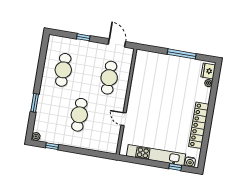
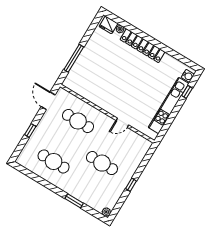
door: (117, 43) -> (48, 101), hinge flipped
window: (182, 54) -> (74, 58), moved
locker: (199, 125) -> (143, 46), moved
window: (52, 146) -> (131, 185), moved

